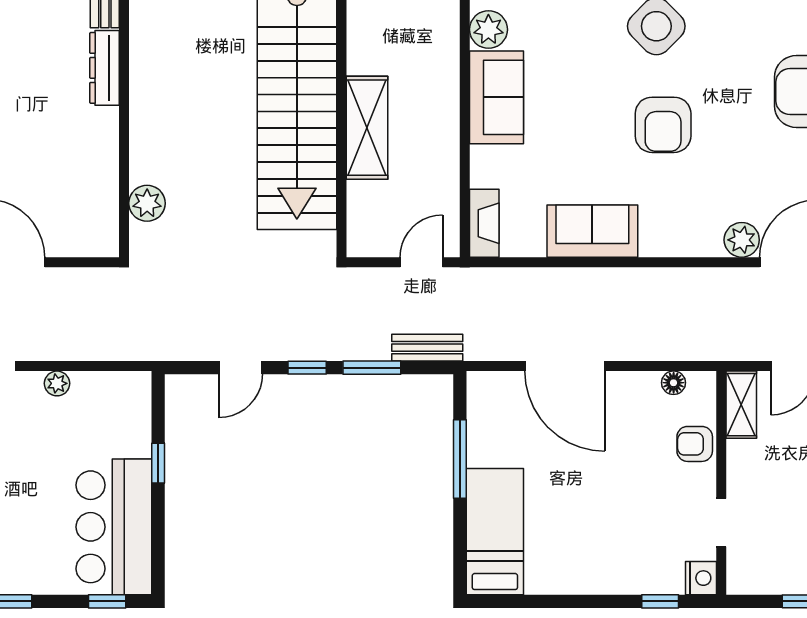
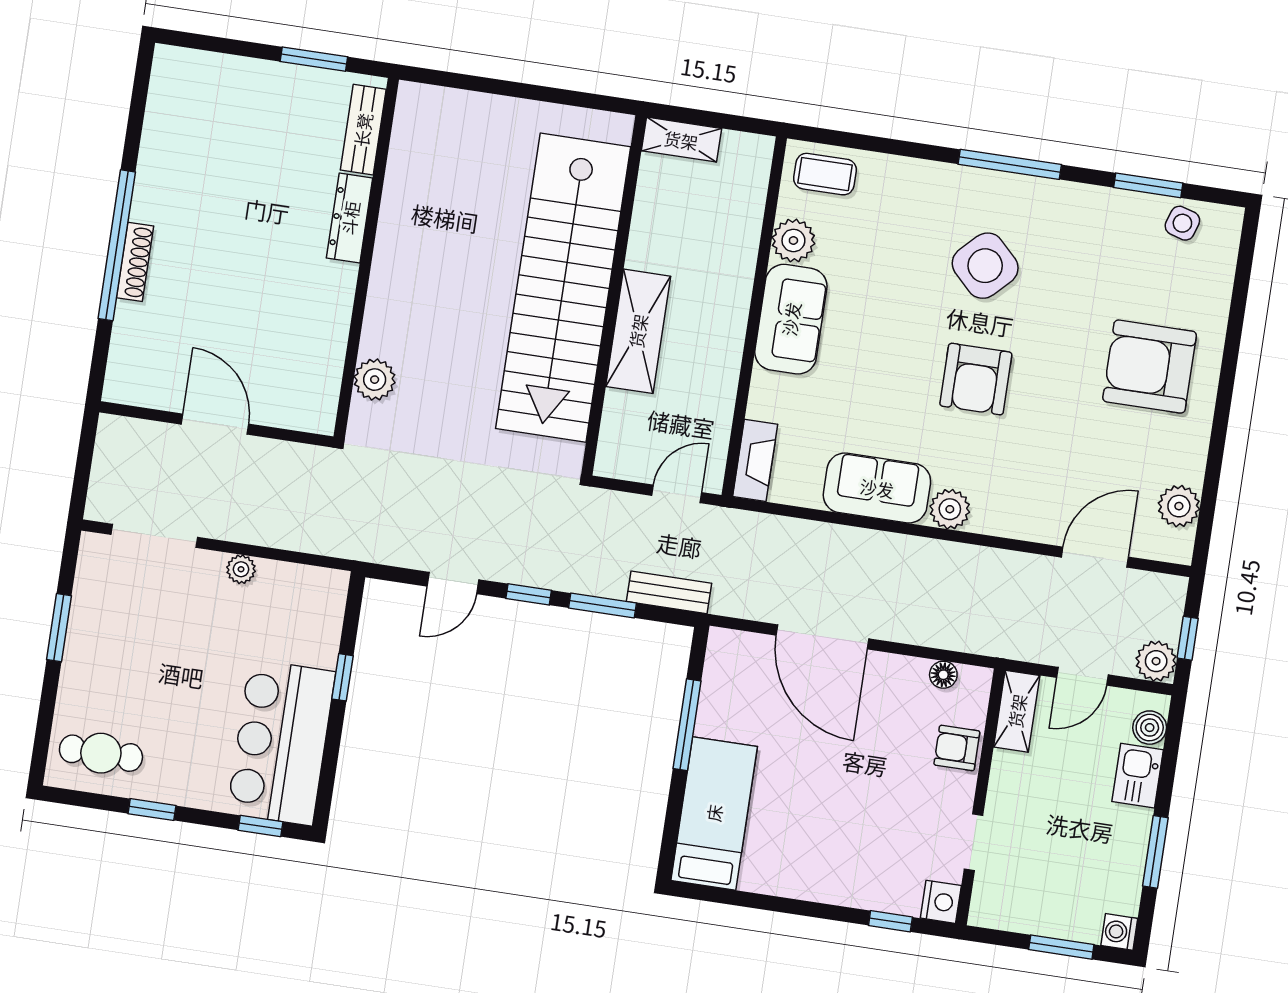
plant: (742, 240) -> (950, 509), moved

